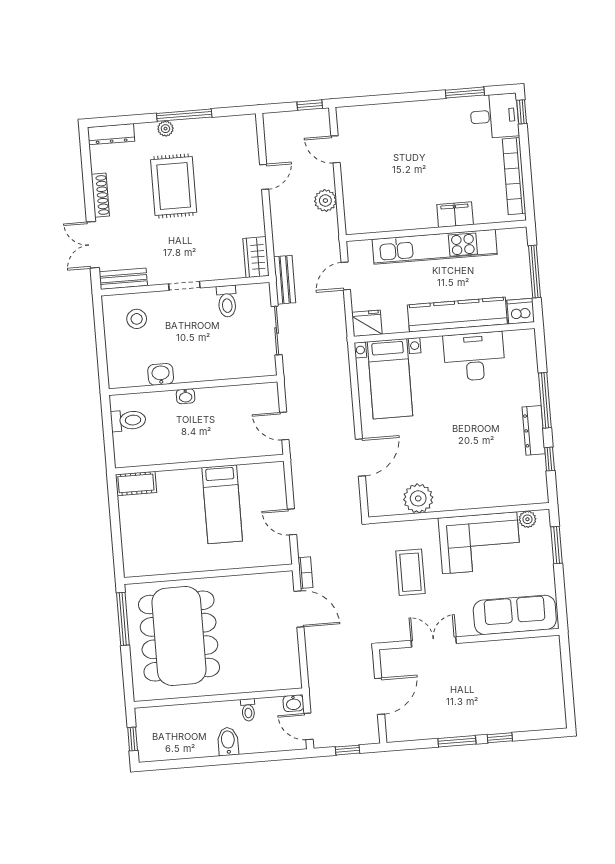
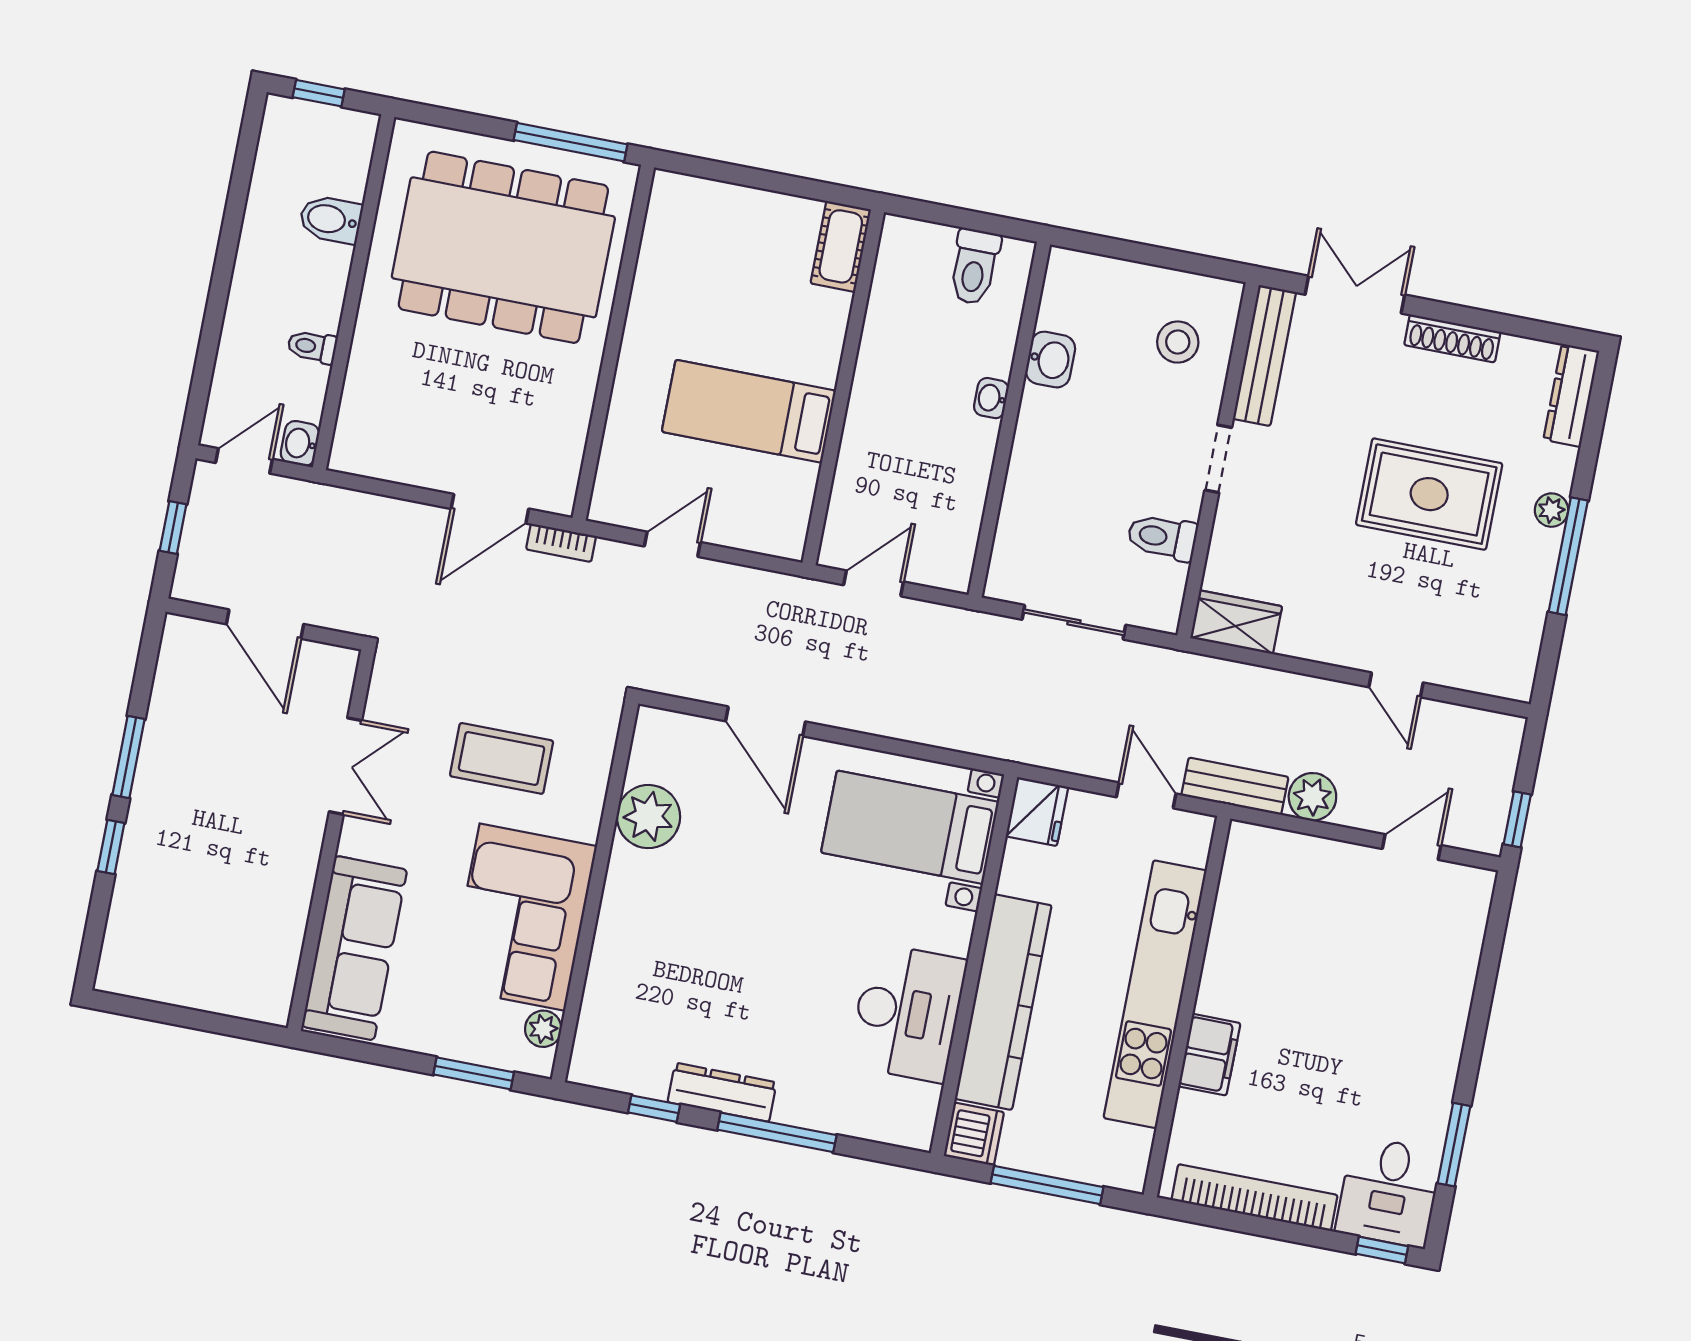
bench: (123, 279) -> (1264, 355), width x1.36
bench: (285, 280) -> (1235, 786), moved
bidet: (228, 741) -> (331, 219), moved, turned 180

